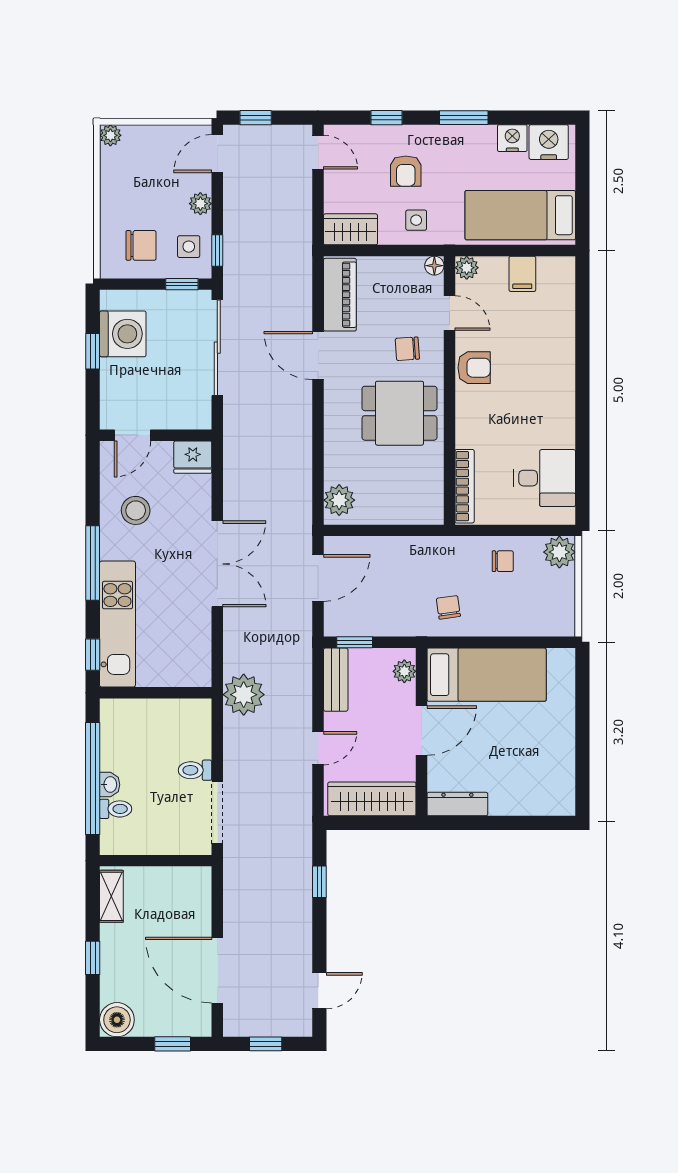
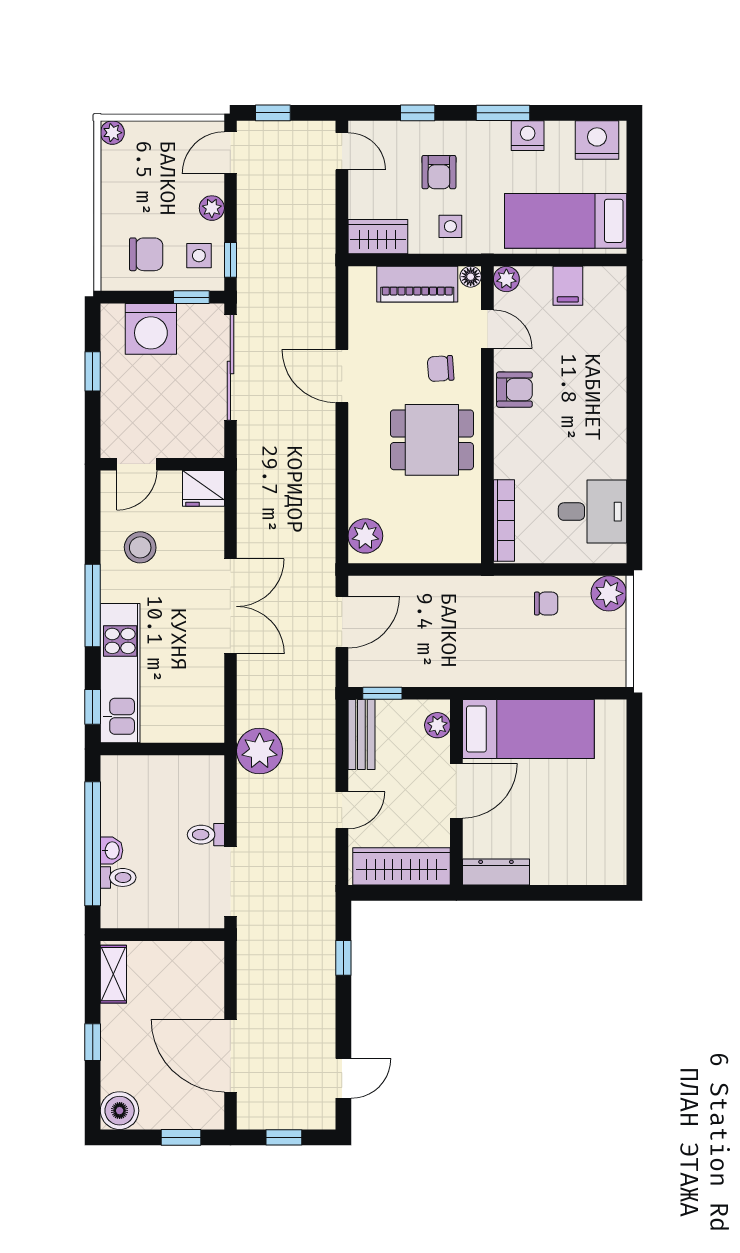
nightstand: (512, 138) -> (528, 136), moved
piano: (340, 295) -> (417, 284), moved, turned 90
washing machine: (123, 334) -> (151, 329), moved, turned 90
chair: (448, 607) -> (486, 655), removed

